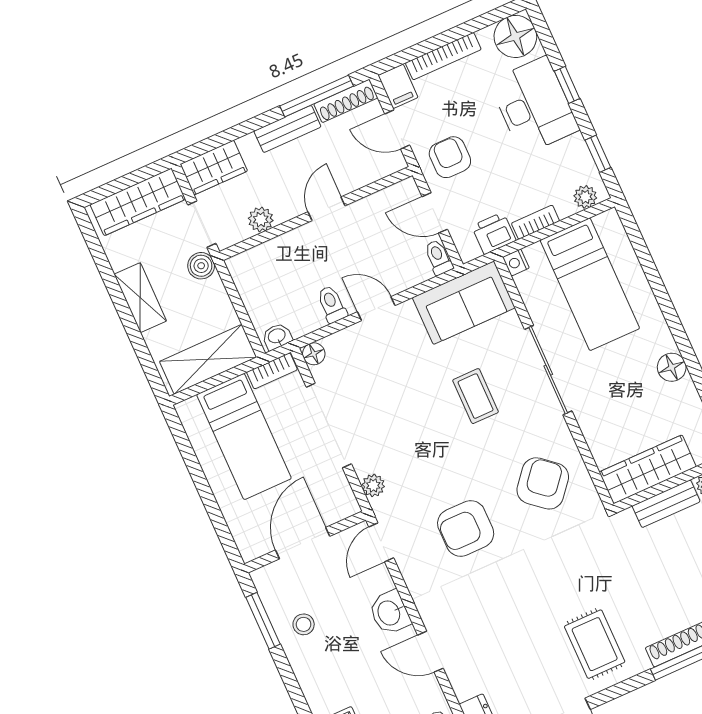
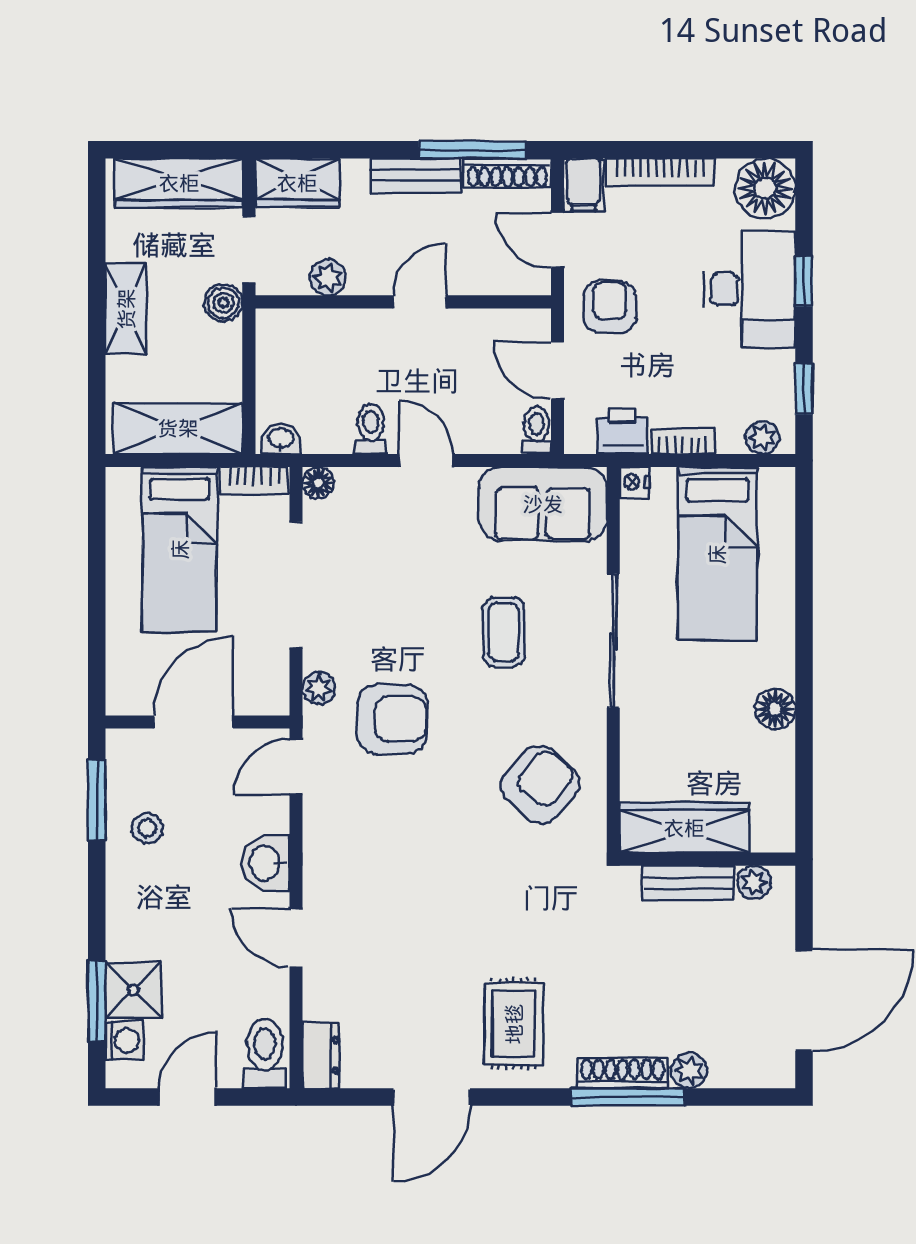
armchair: (466, 528) -> (392, 719), moved, turned 180

